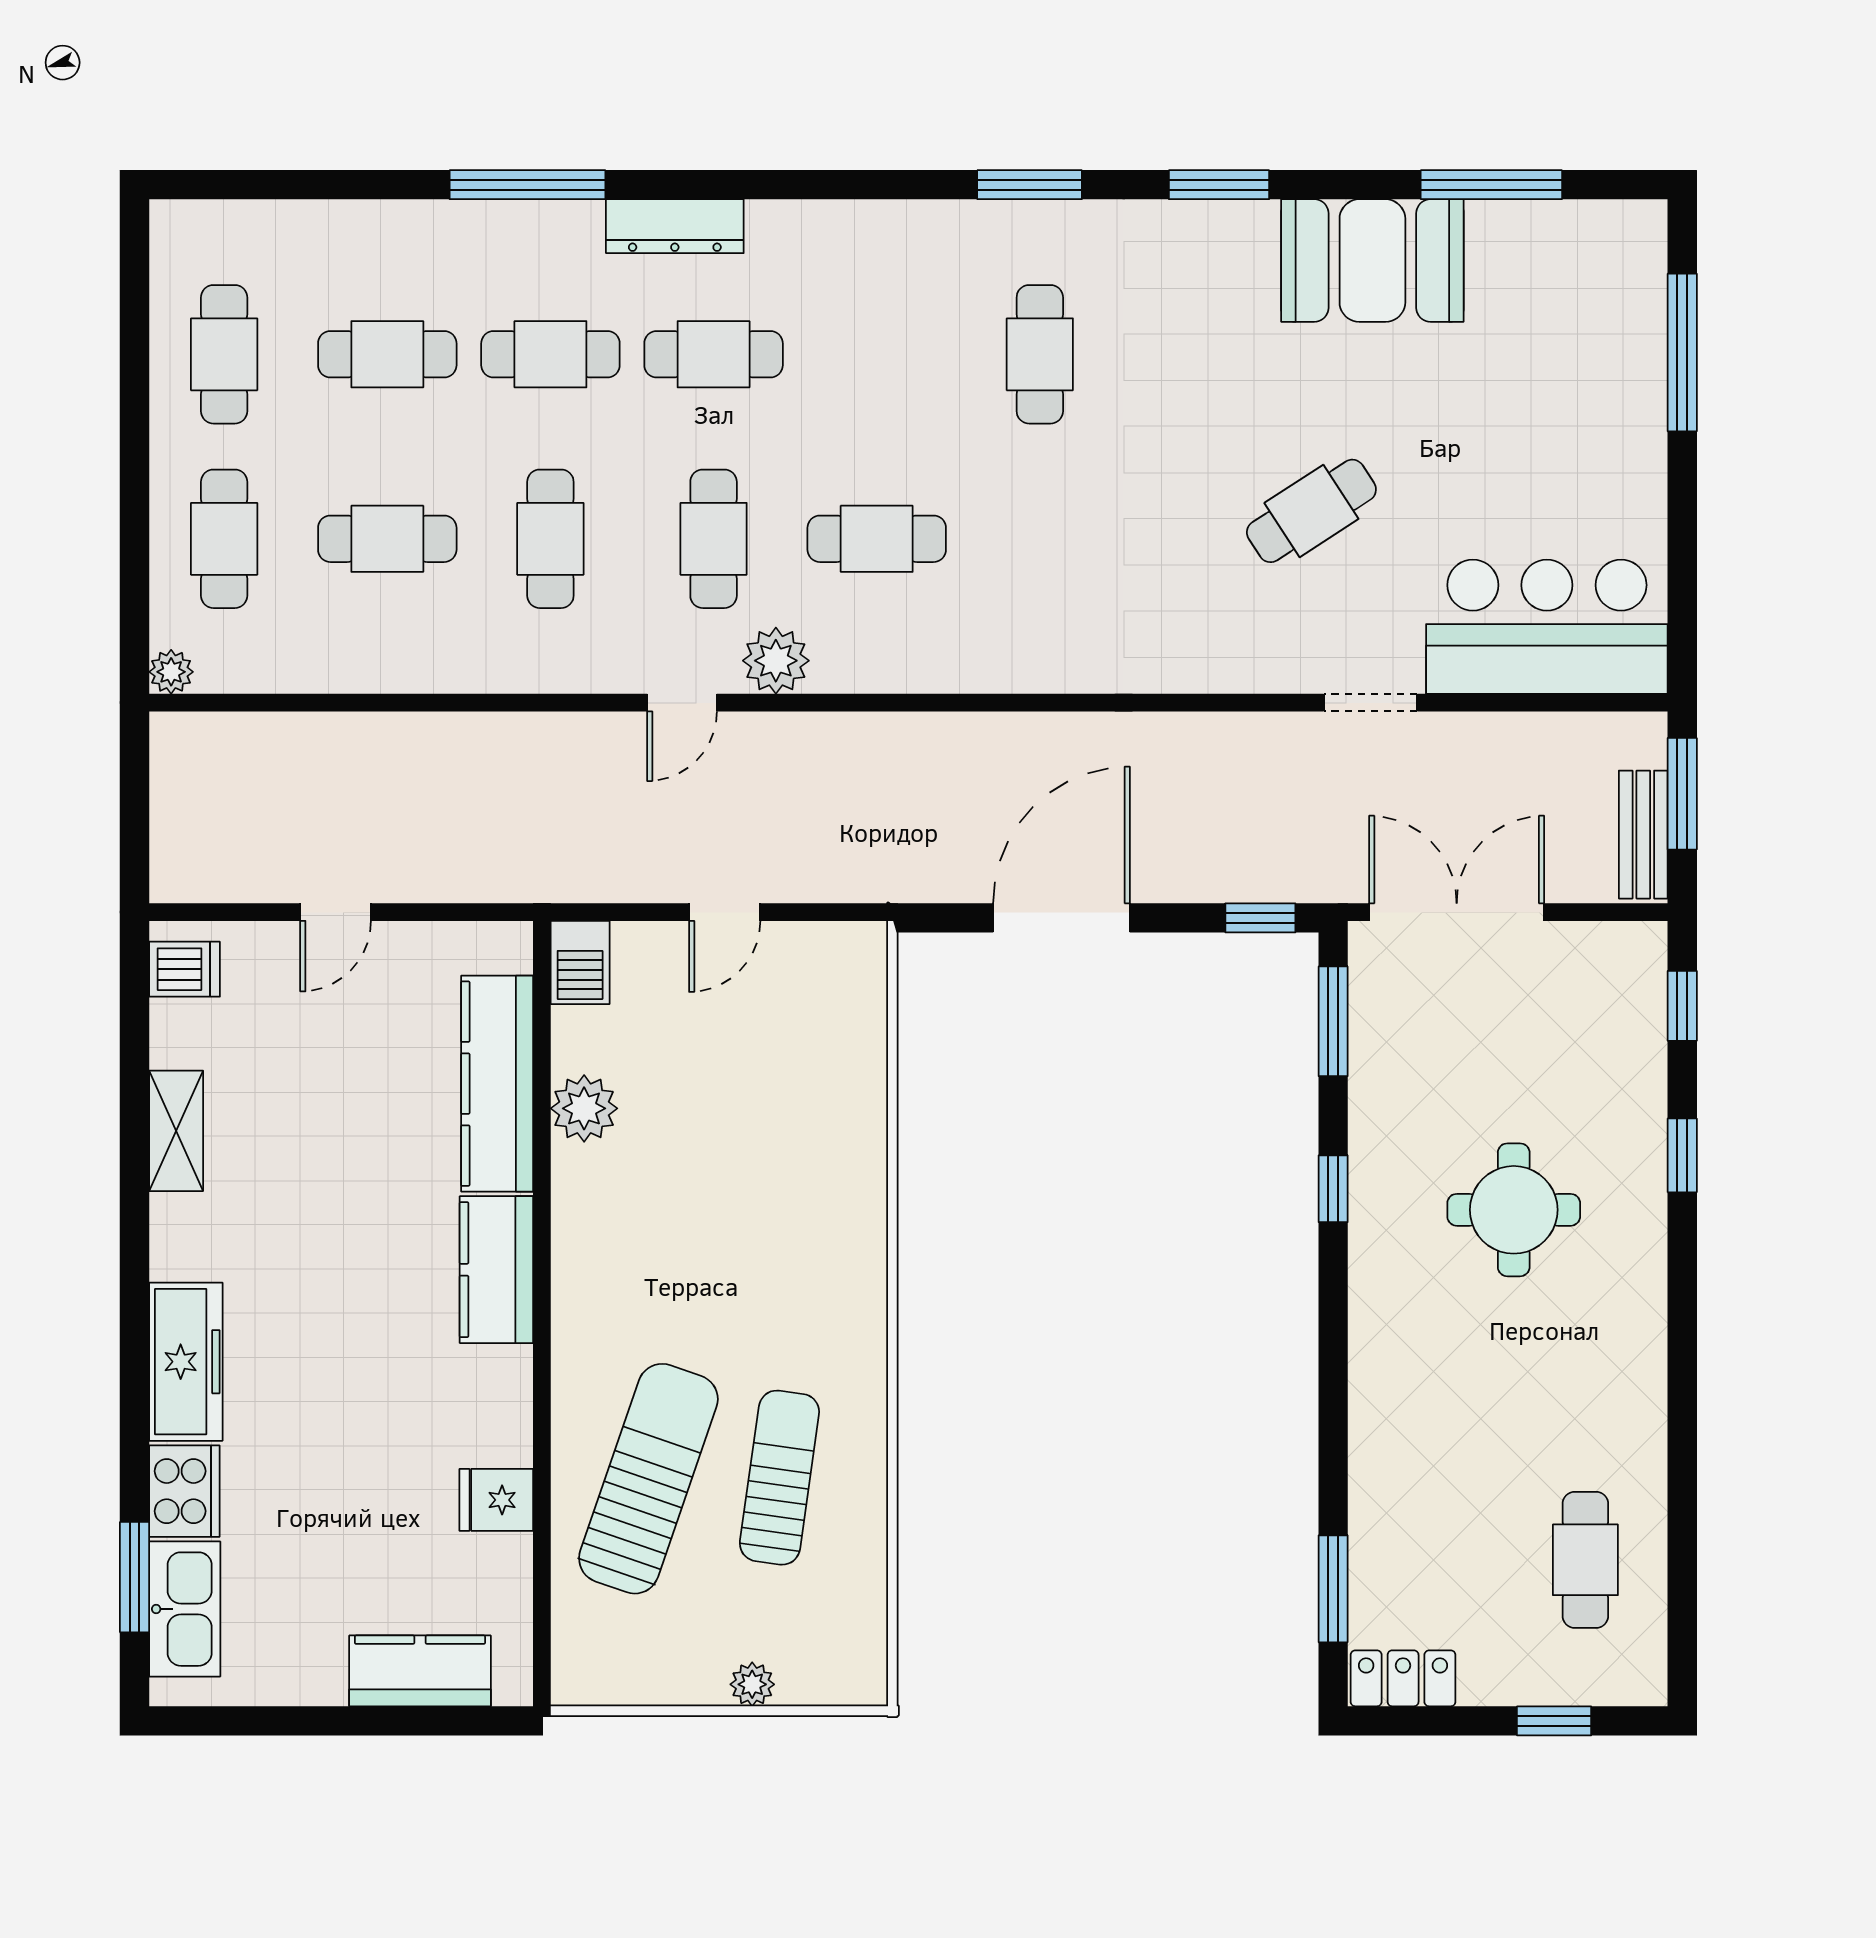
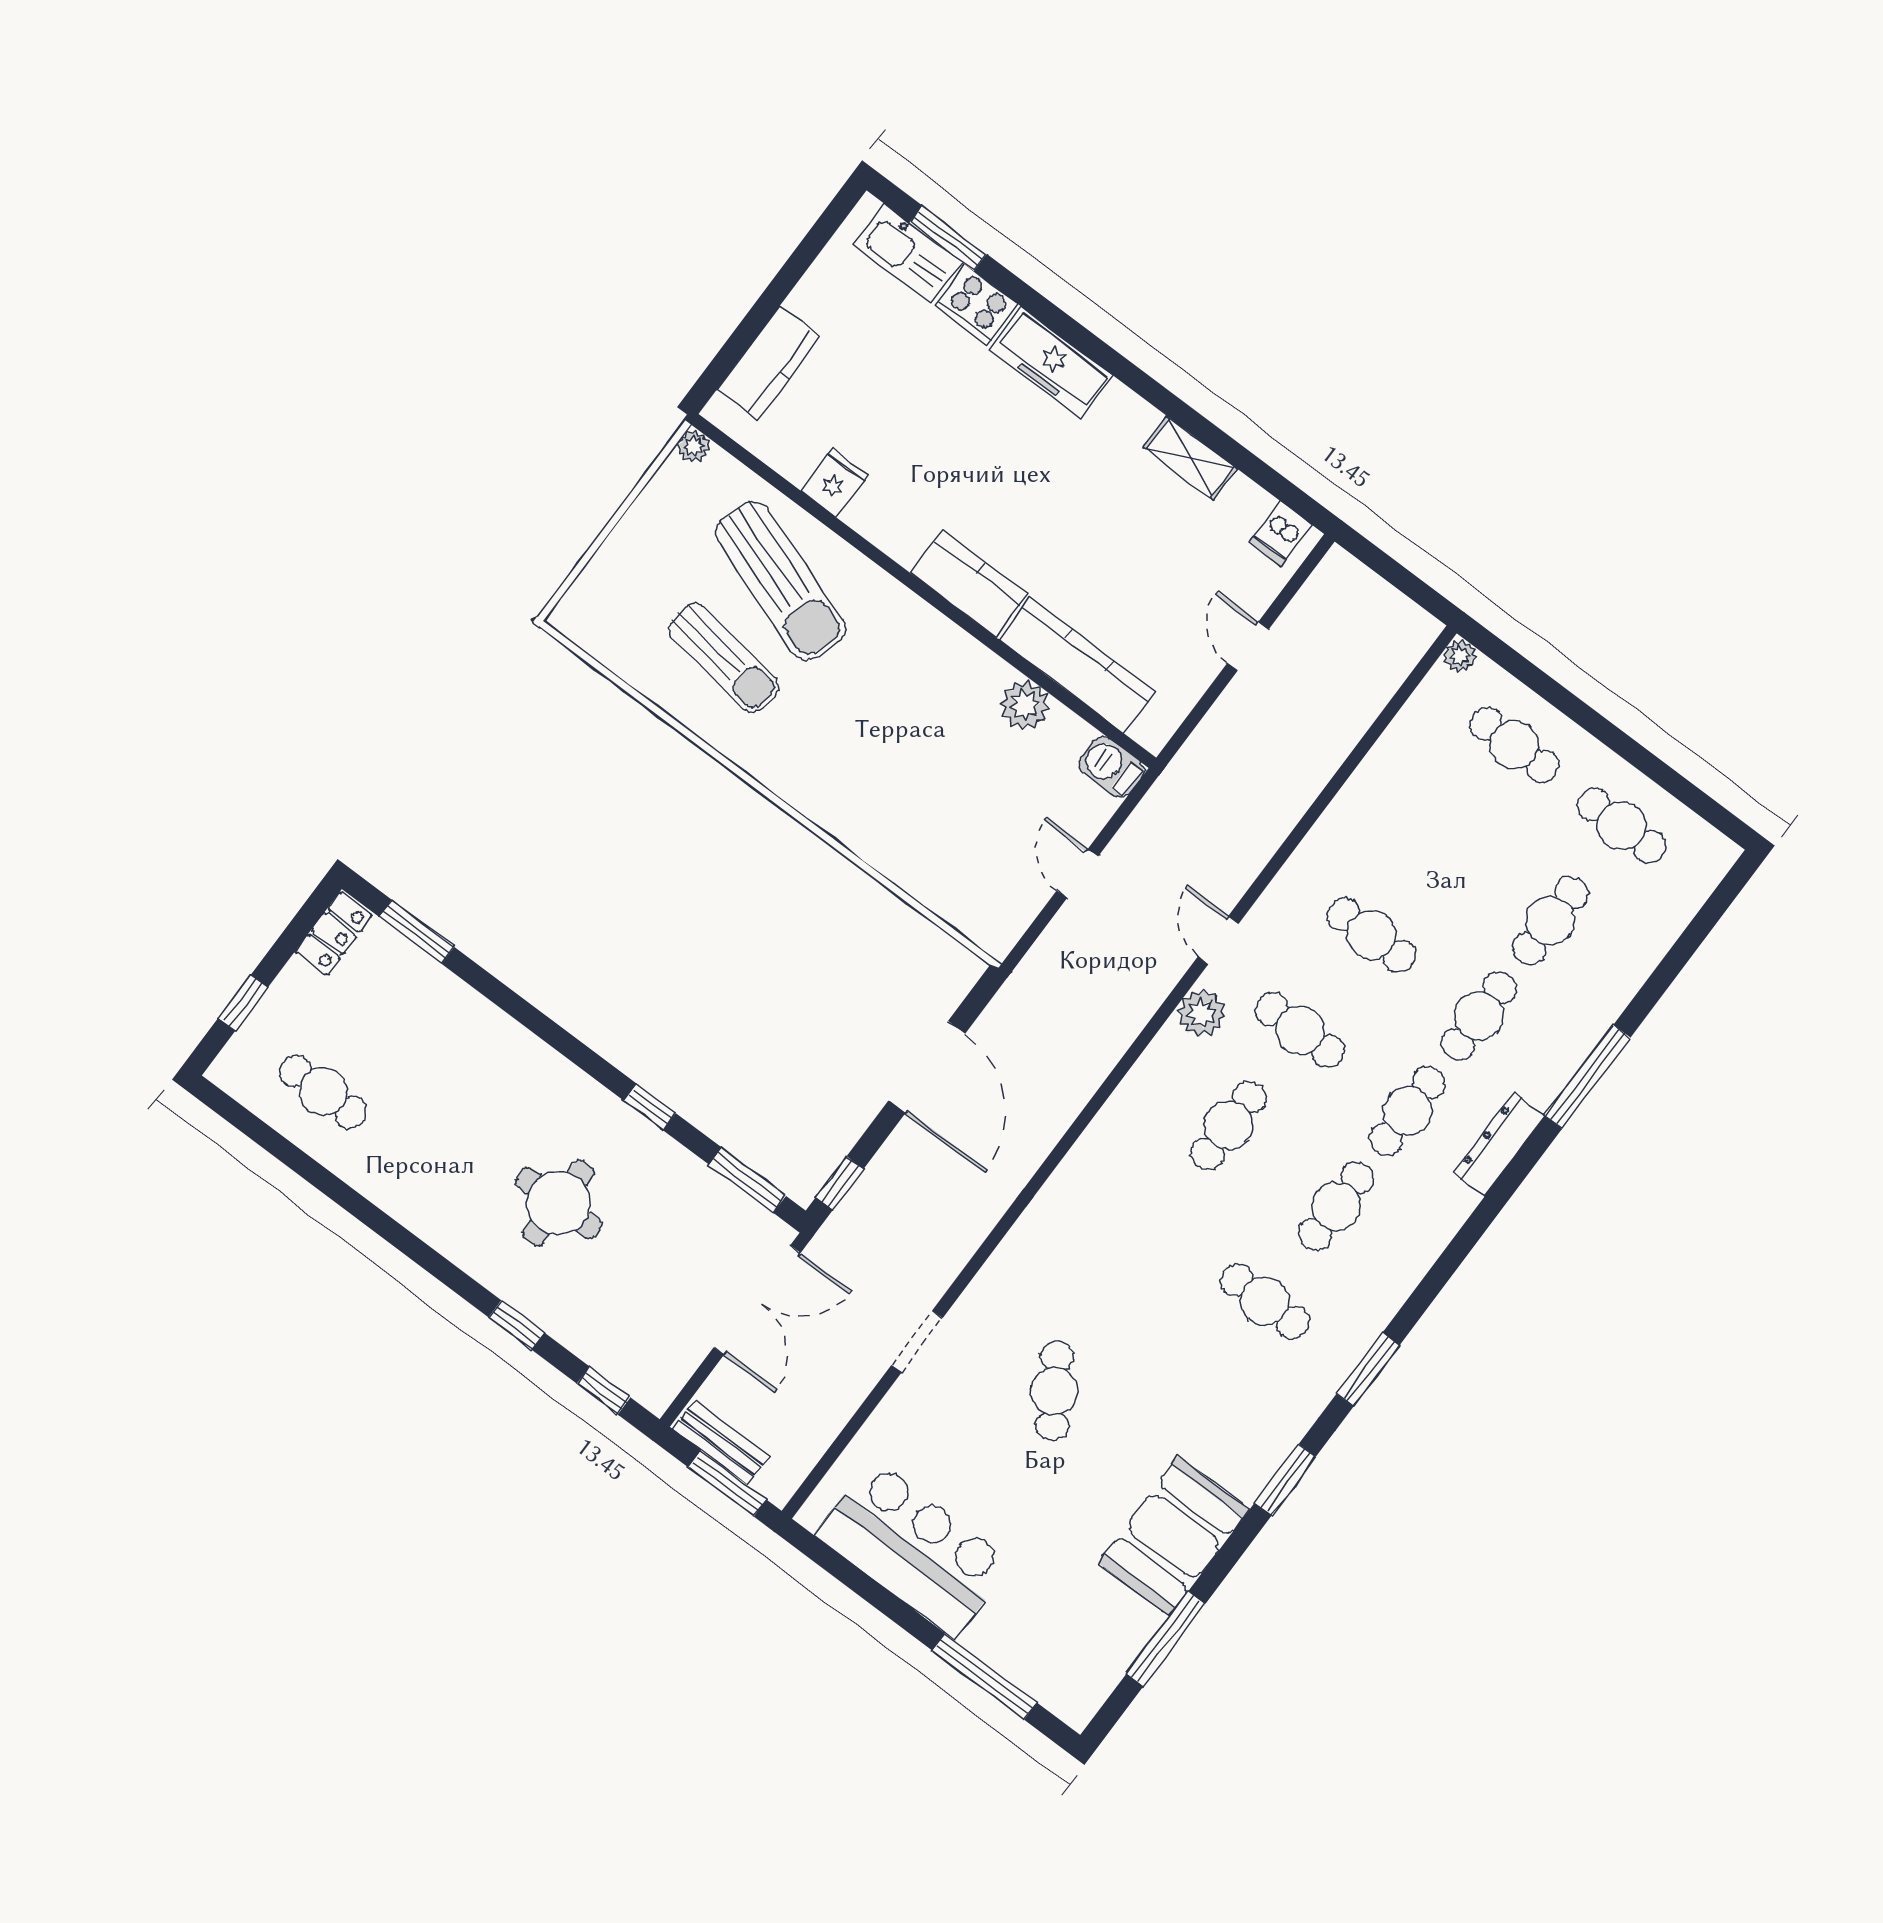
cafe table: (387, 539) -> (1336, 1206), moved
bar counter: (1547, 627) -> (913, 1549), moved, turned -90
plant: (752, 1684) -> (694, 447), moved

